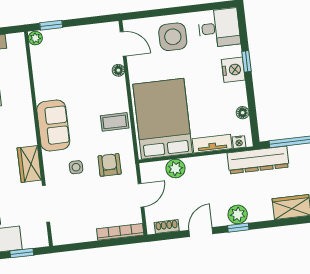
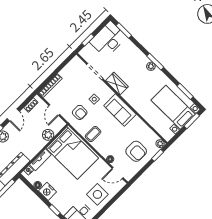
armchair: (75, 53) -> (136, 151), added
nightstand: (233, 70) -> (47, 191), moved

